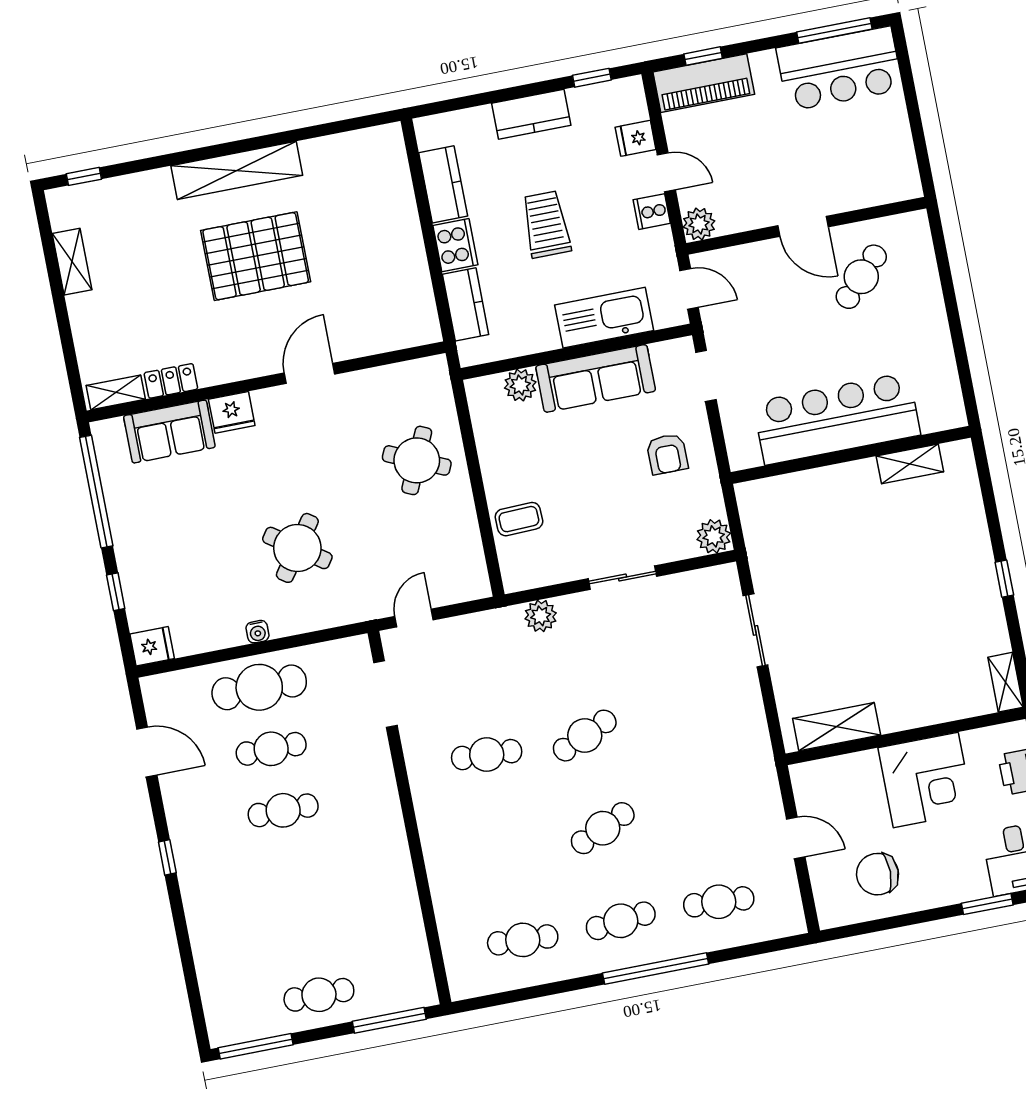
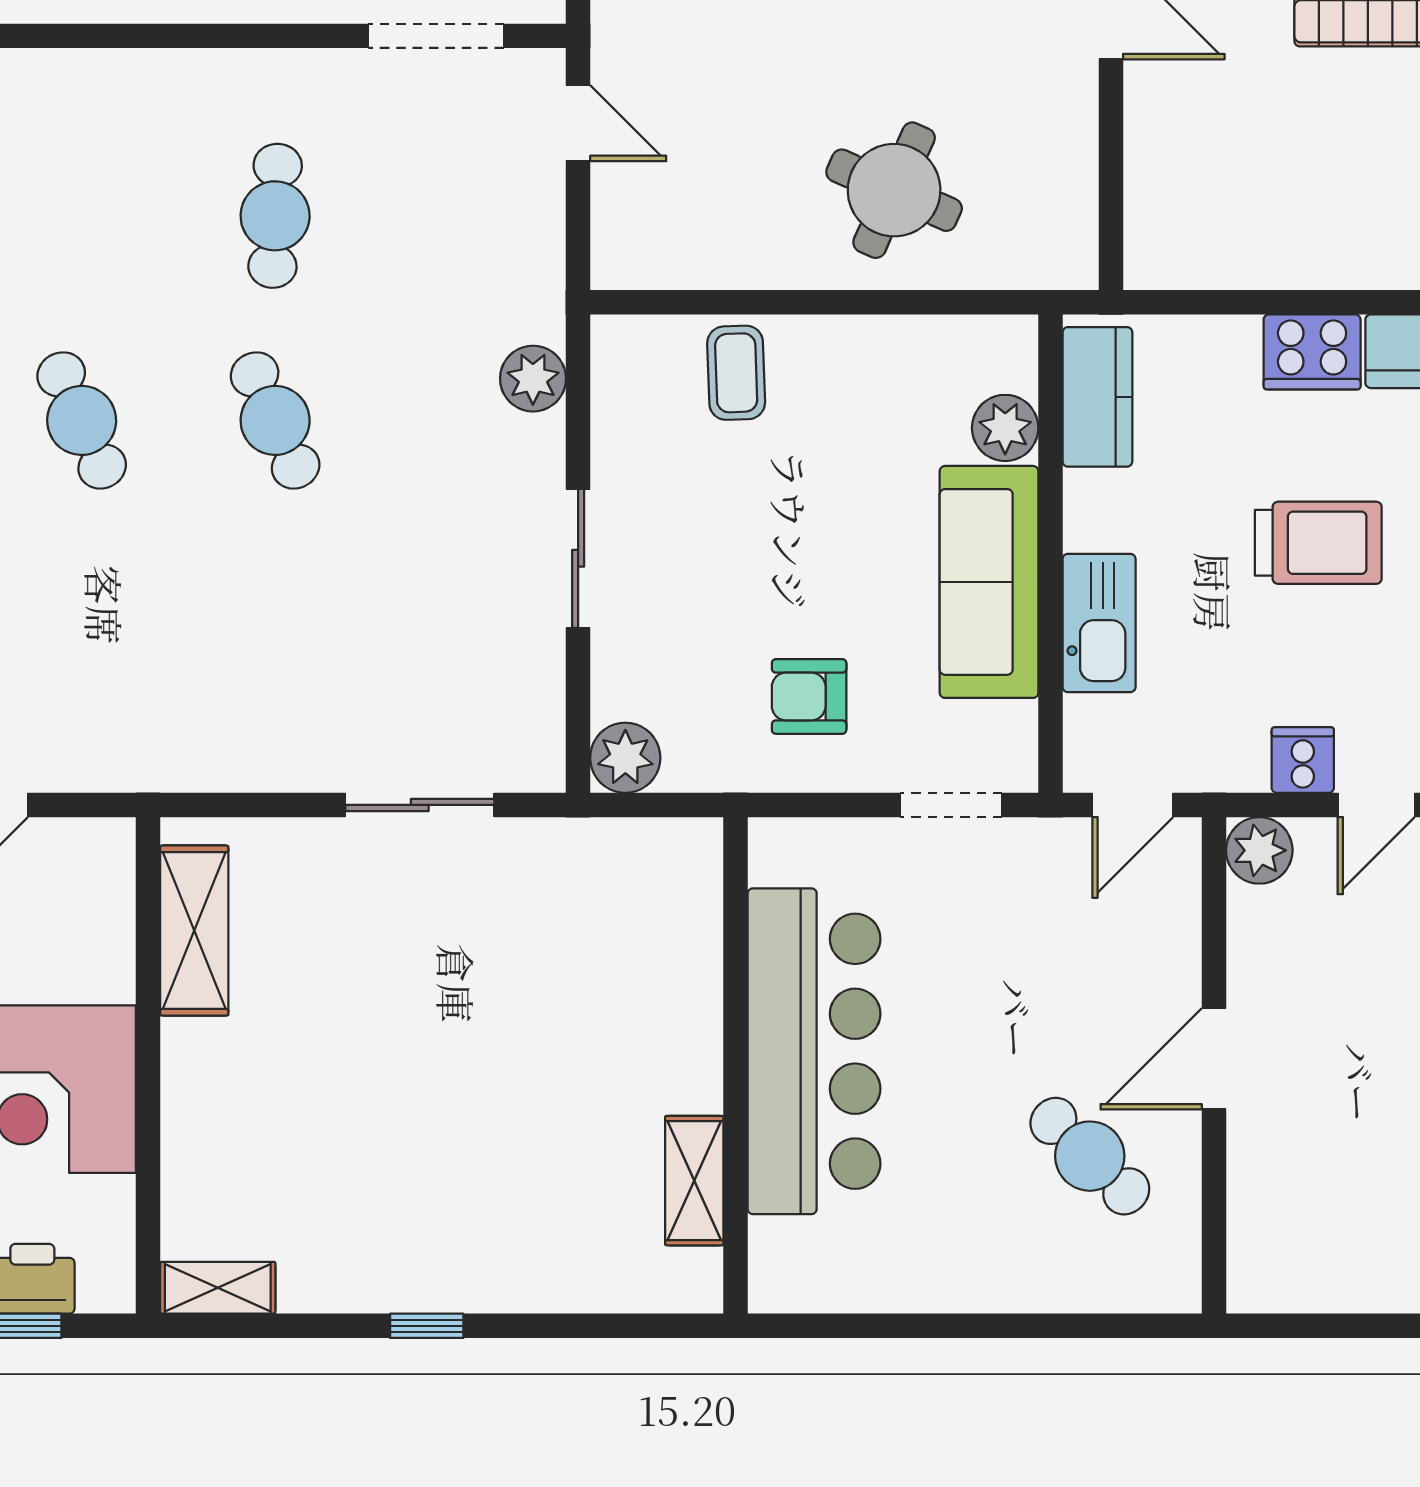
kitchen counter: (466, 304) -> (1097, 397), moved, turned -90
kitchen sink: (604, 318) -> (1099, 623), width x0.73, depth x0.81

